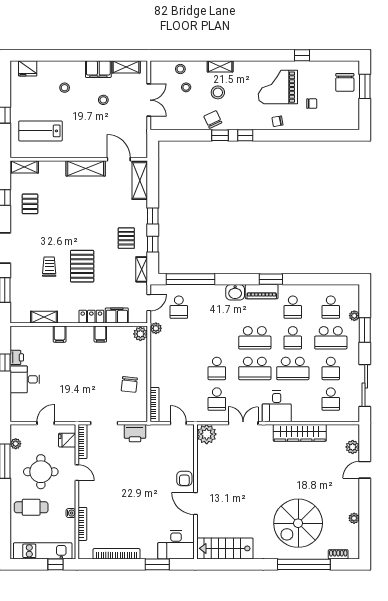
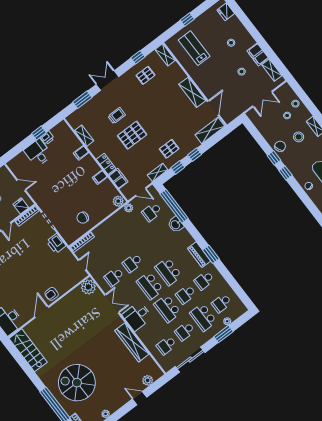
washbasin: (235, 292) -> (176, 225), moved

